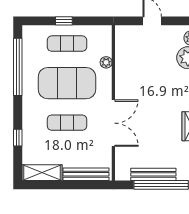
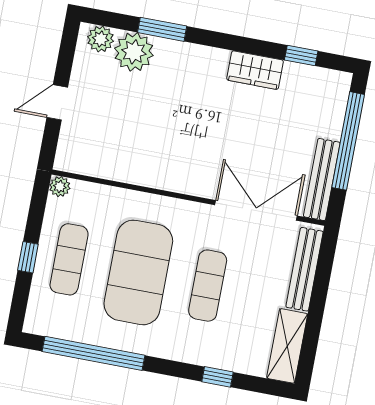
plant: (106, 62) -> (60, 187), moved
double door: (113, 123) -> (256, 210), moved
bench: (153, 174) -> (322, 179), moved

